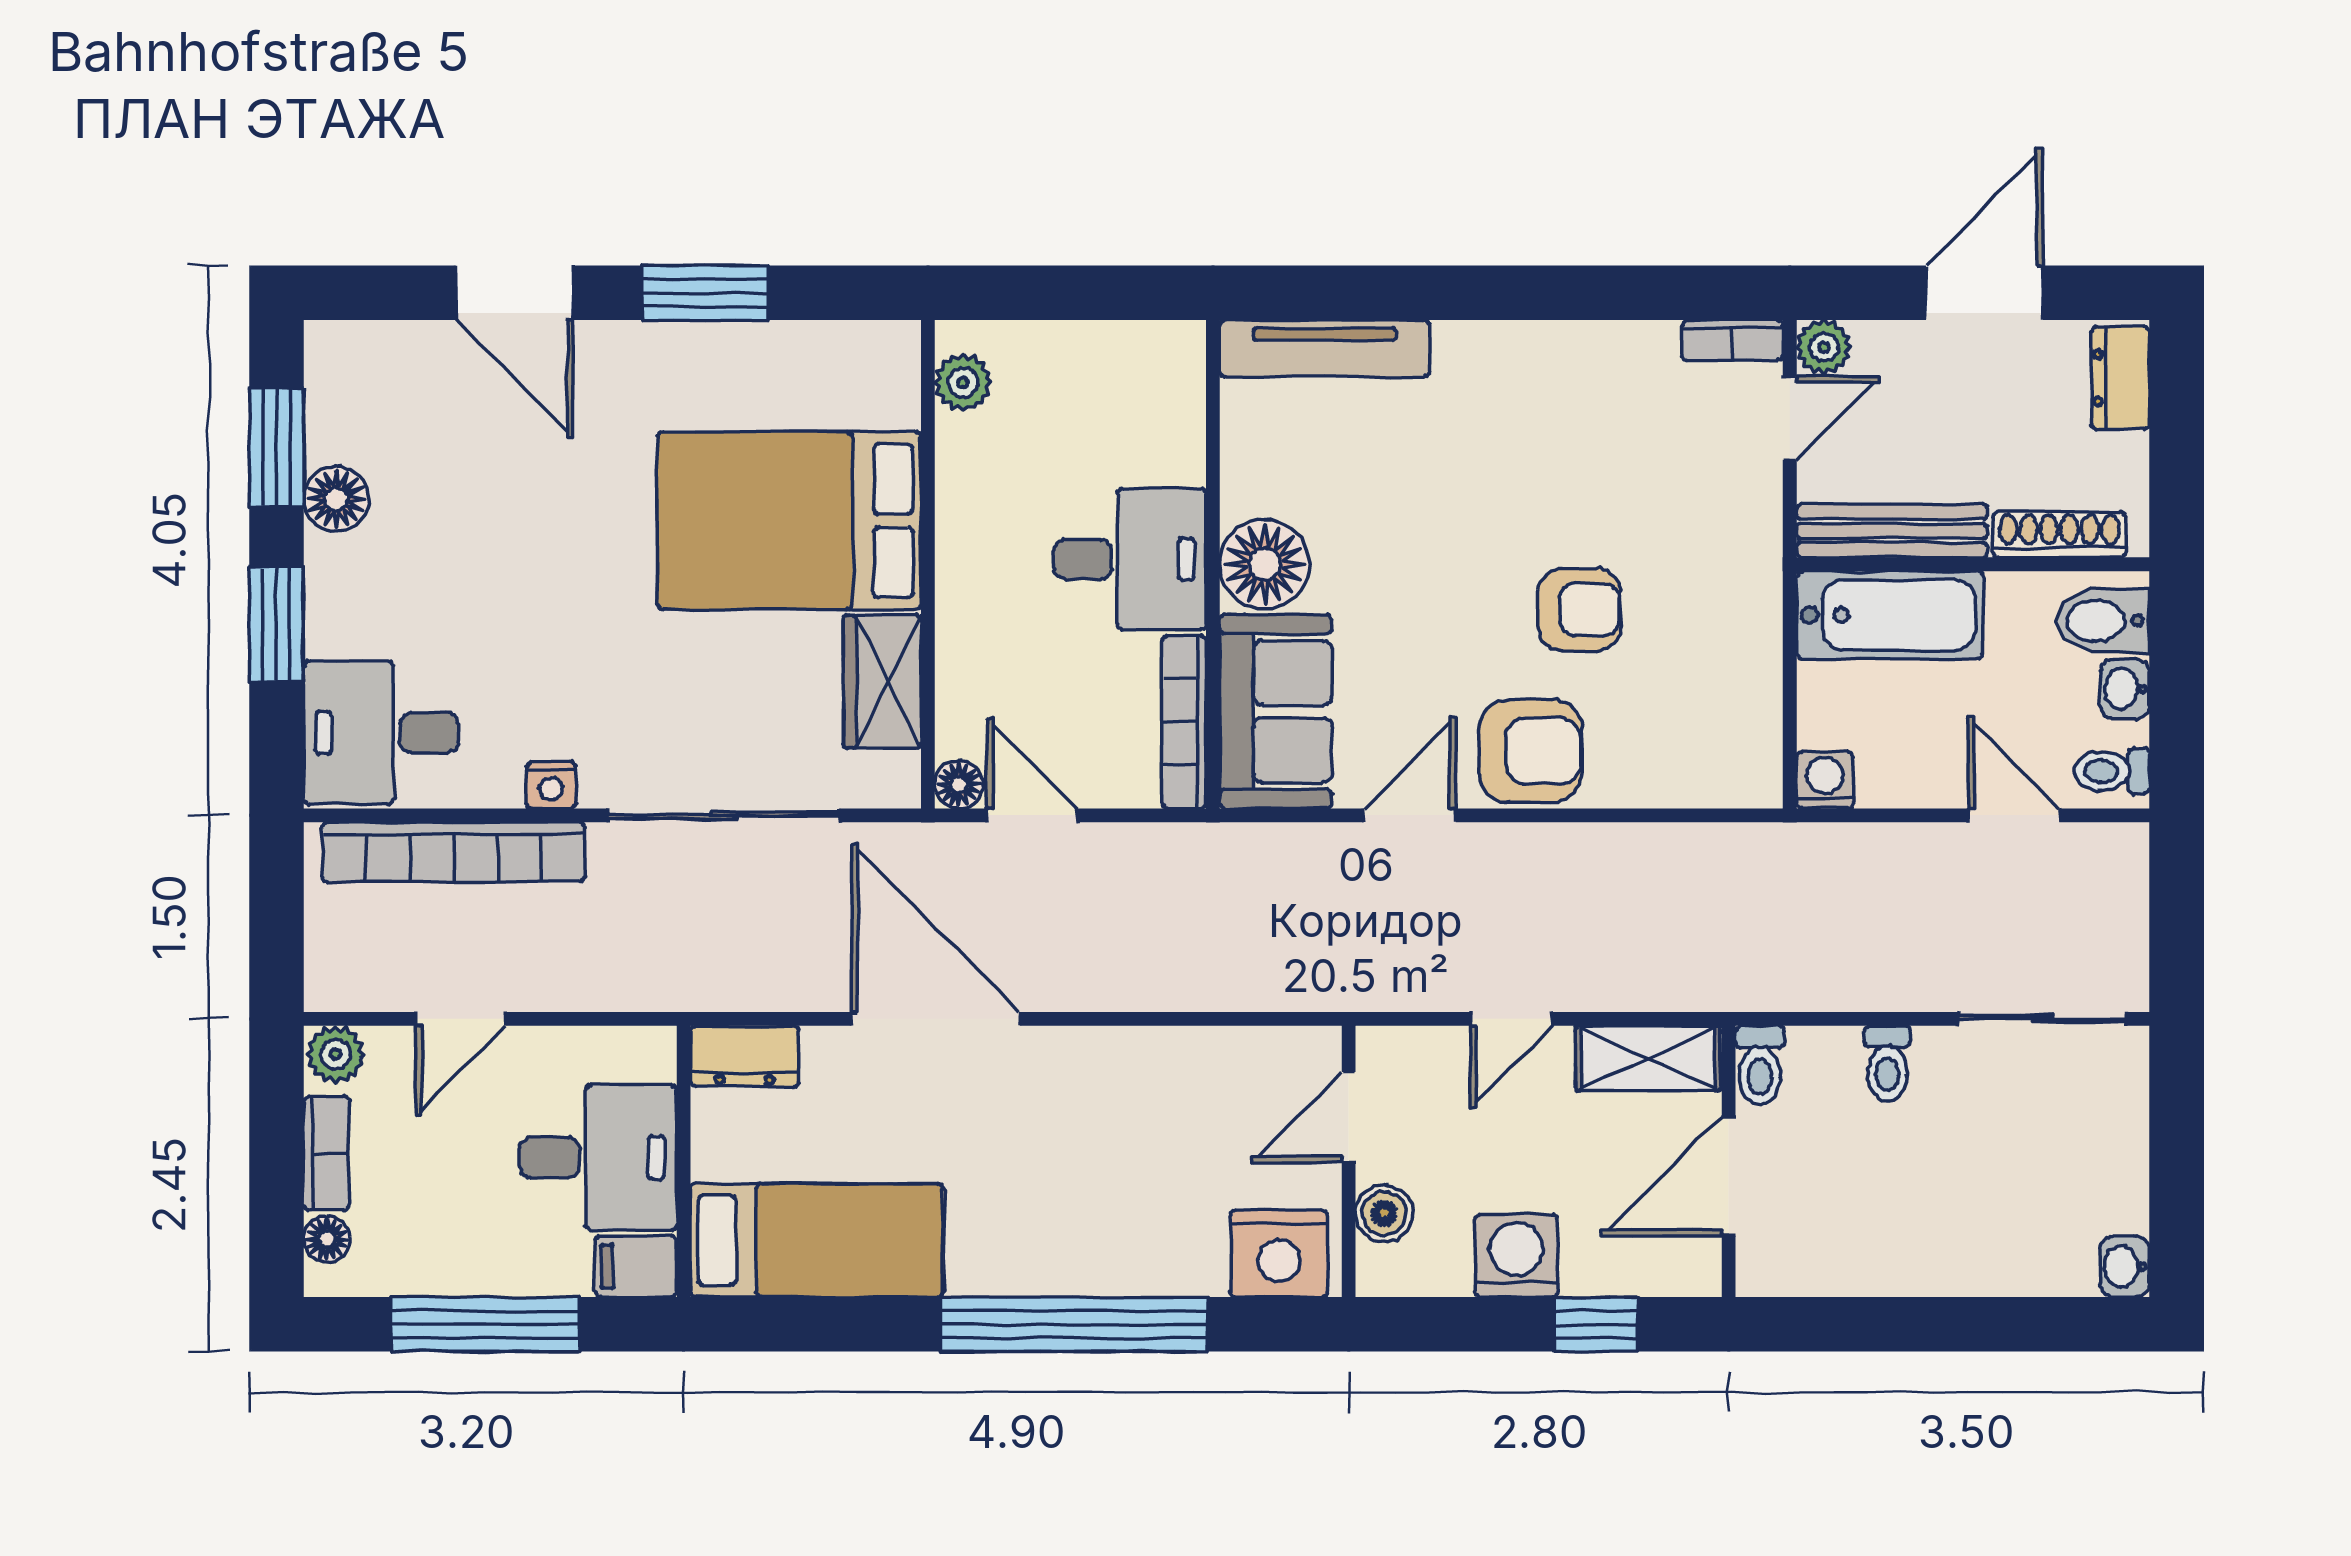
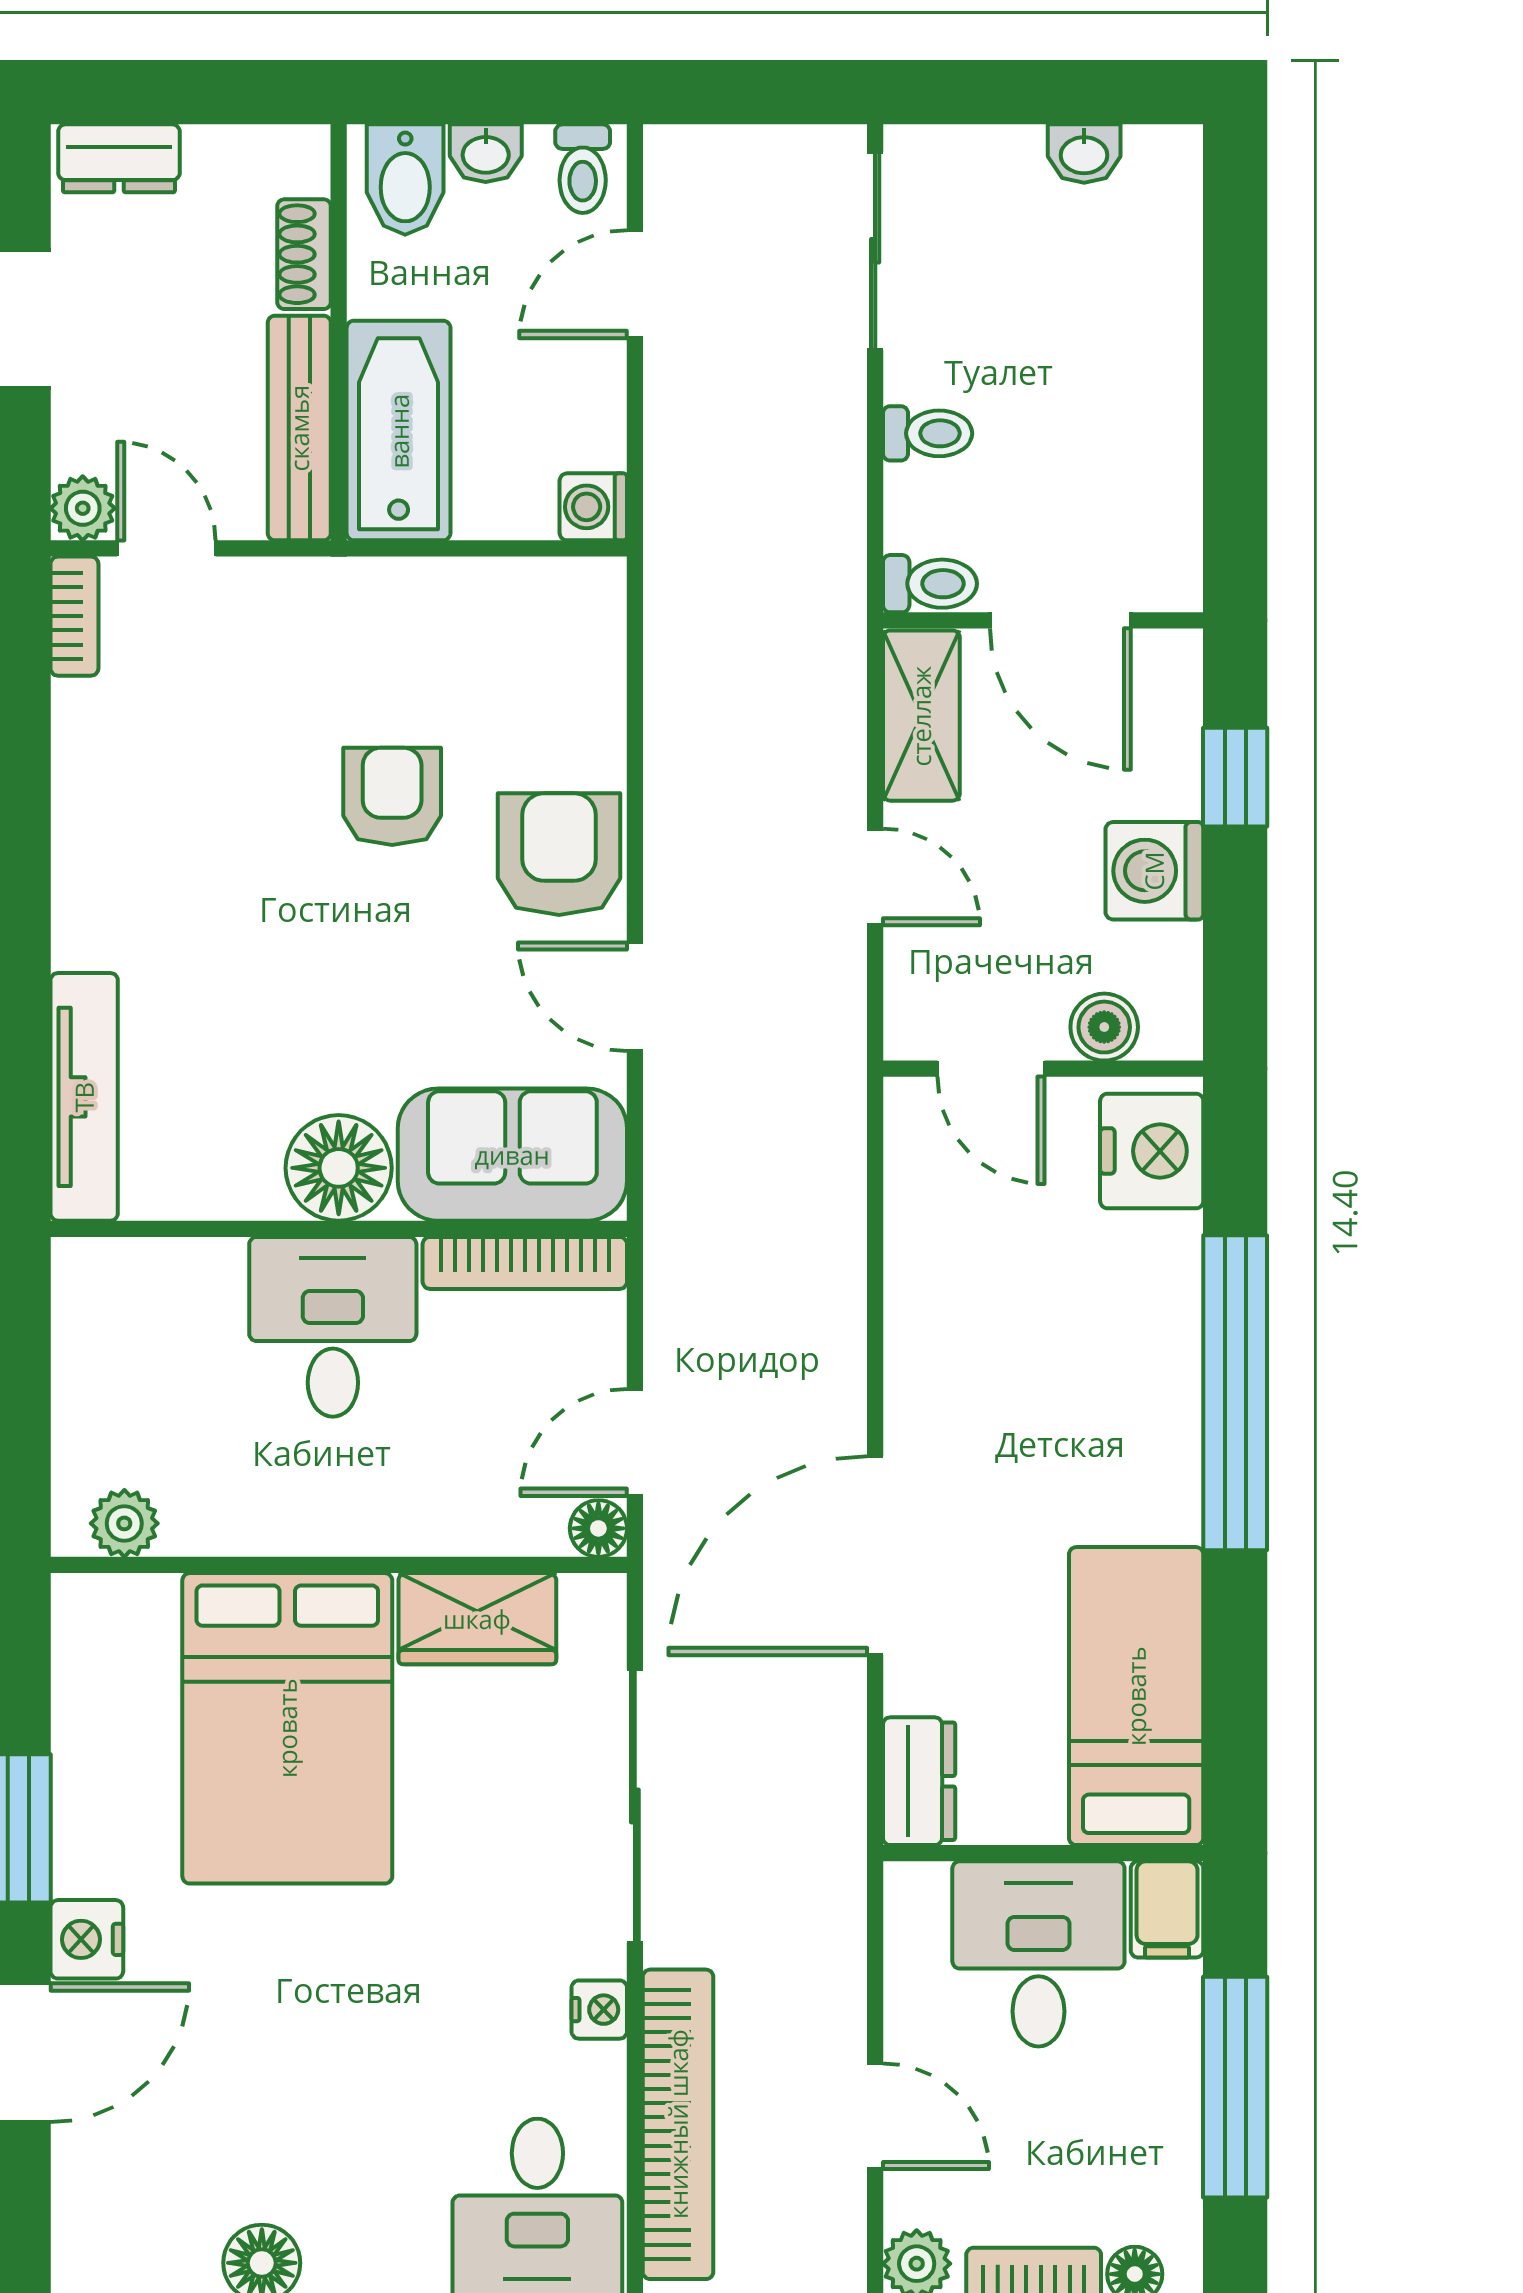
nightstand: (610, 351) -> (87, 1939), added
shoe rack: (2059, 535) -> (304, 254), width x0.70
washbasin: (2125, 1266) -> (1084, 153), moved

